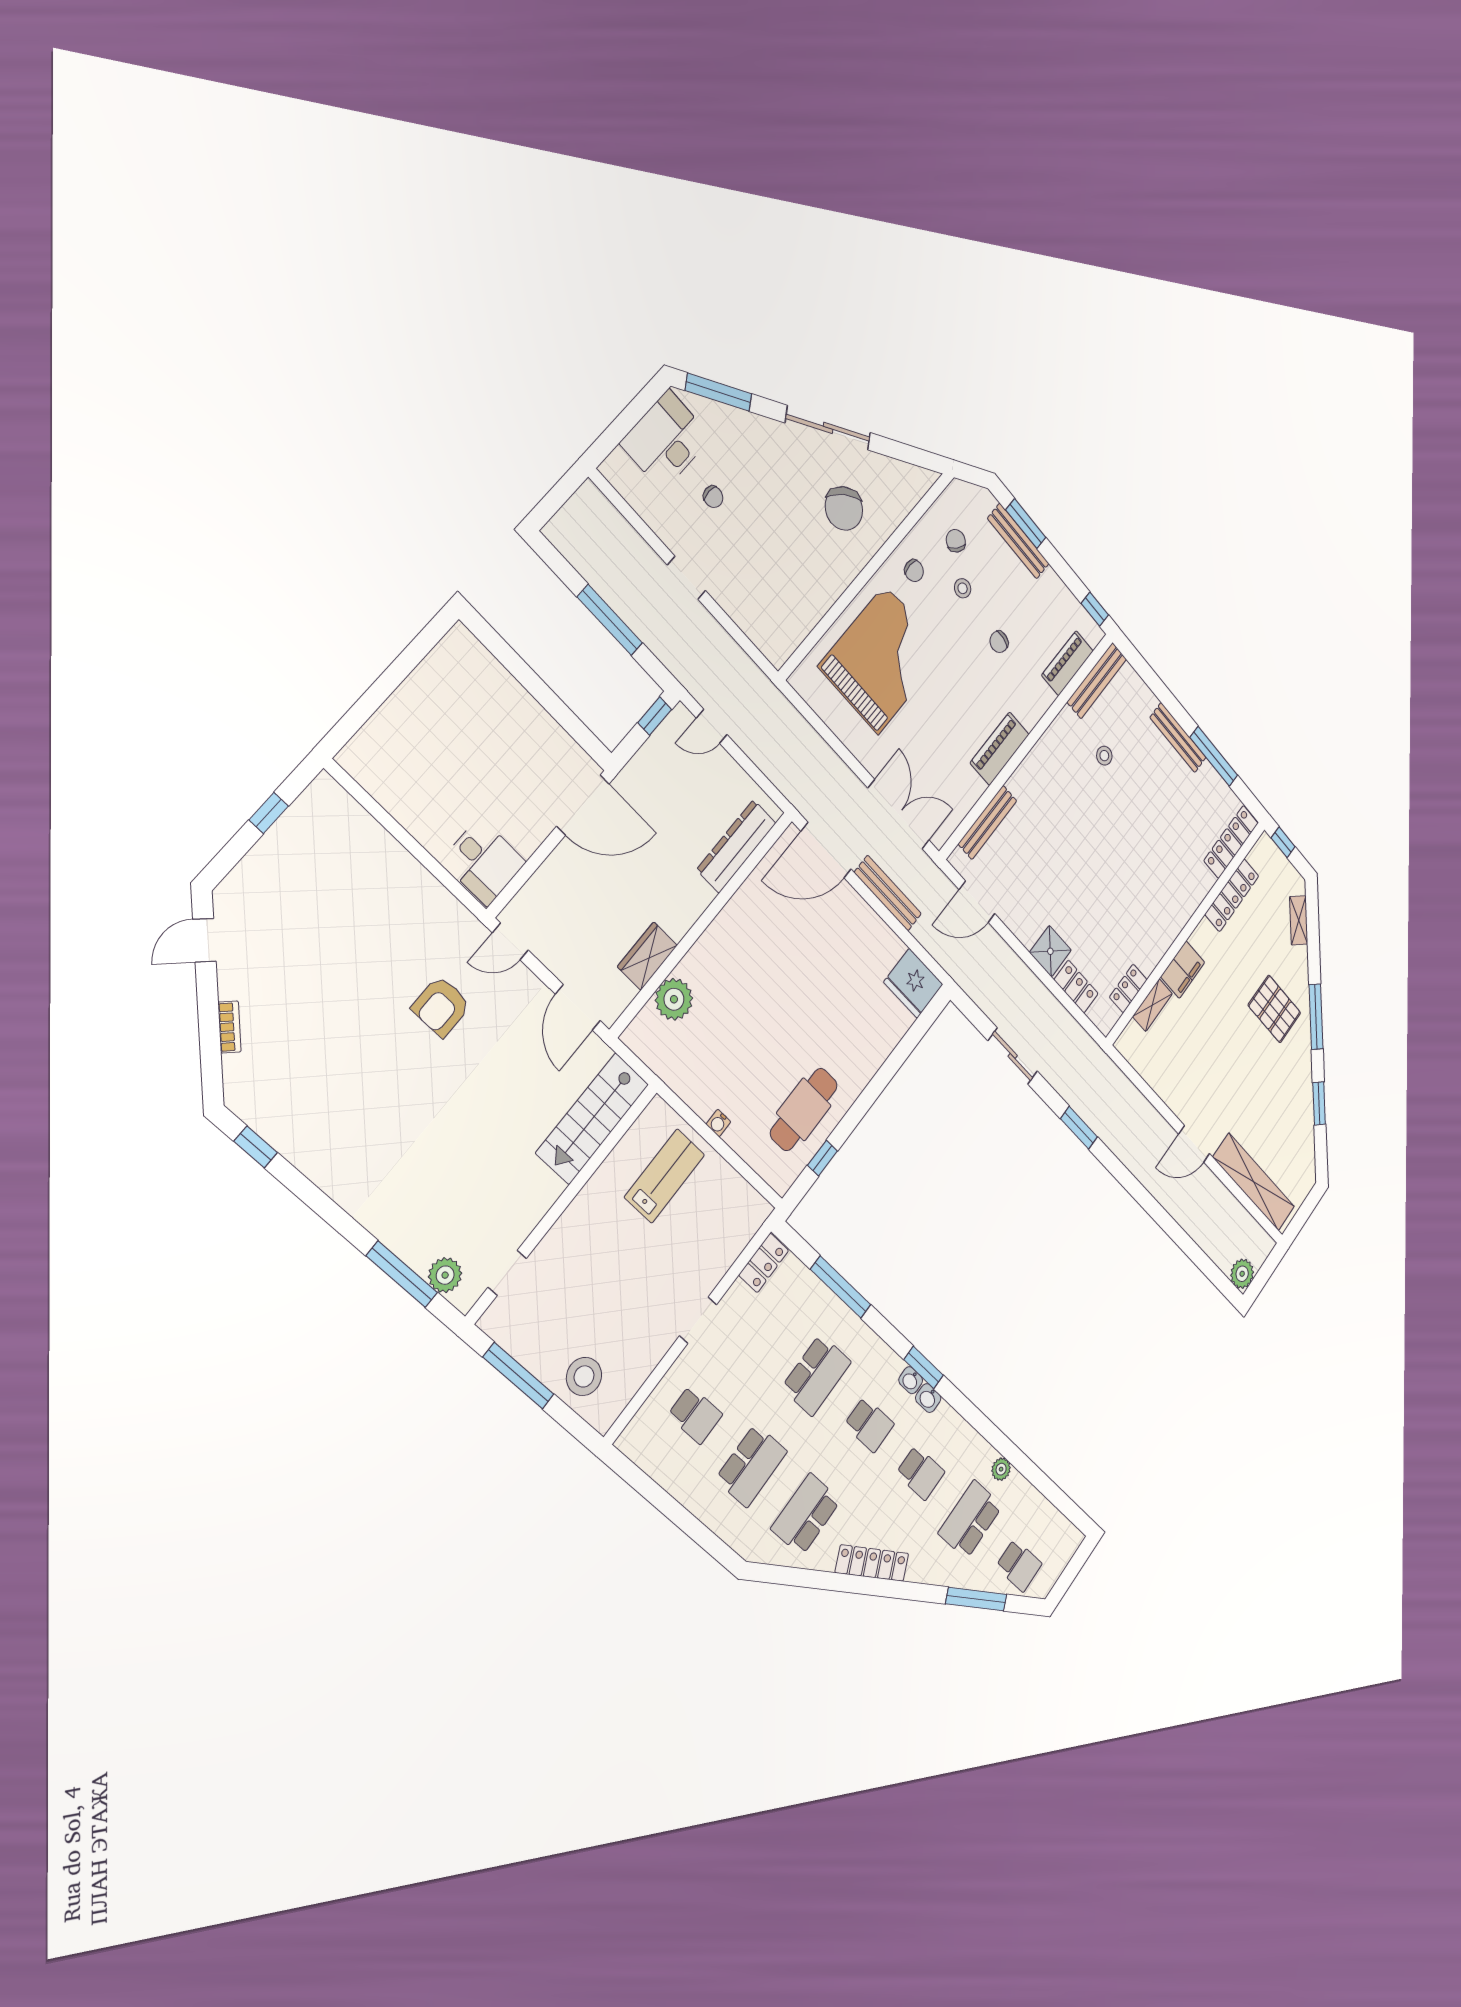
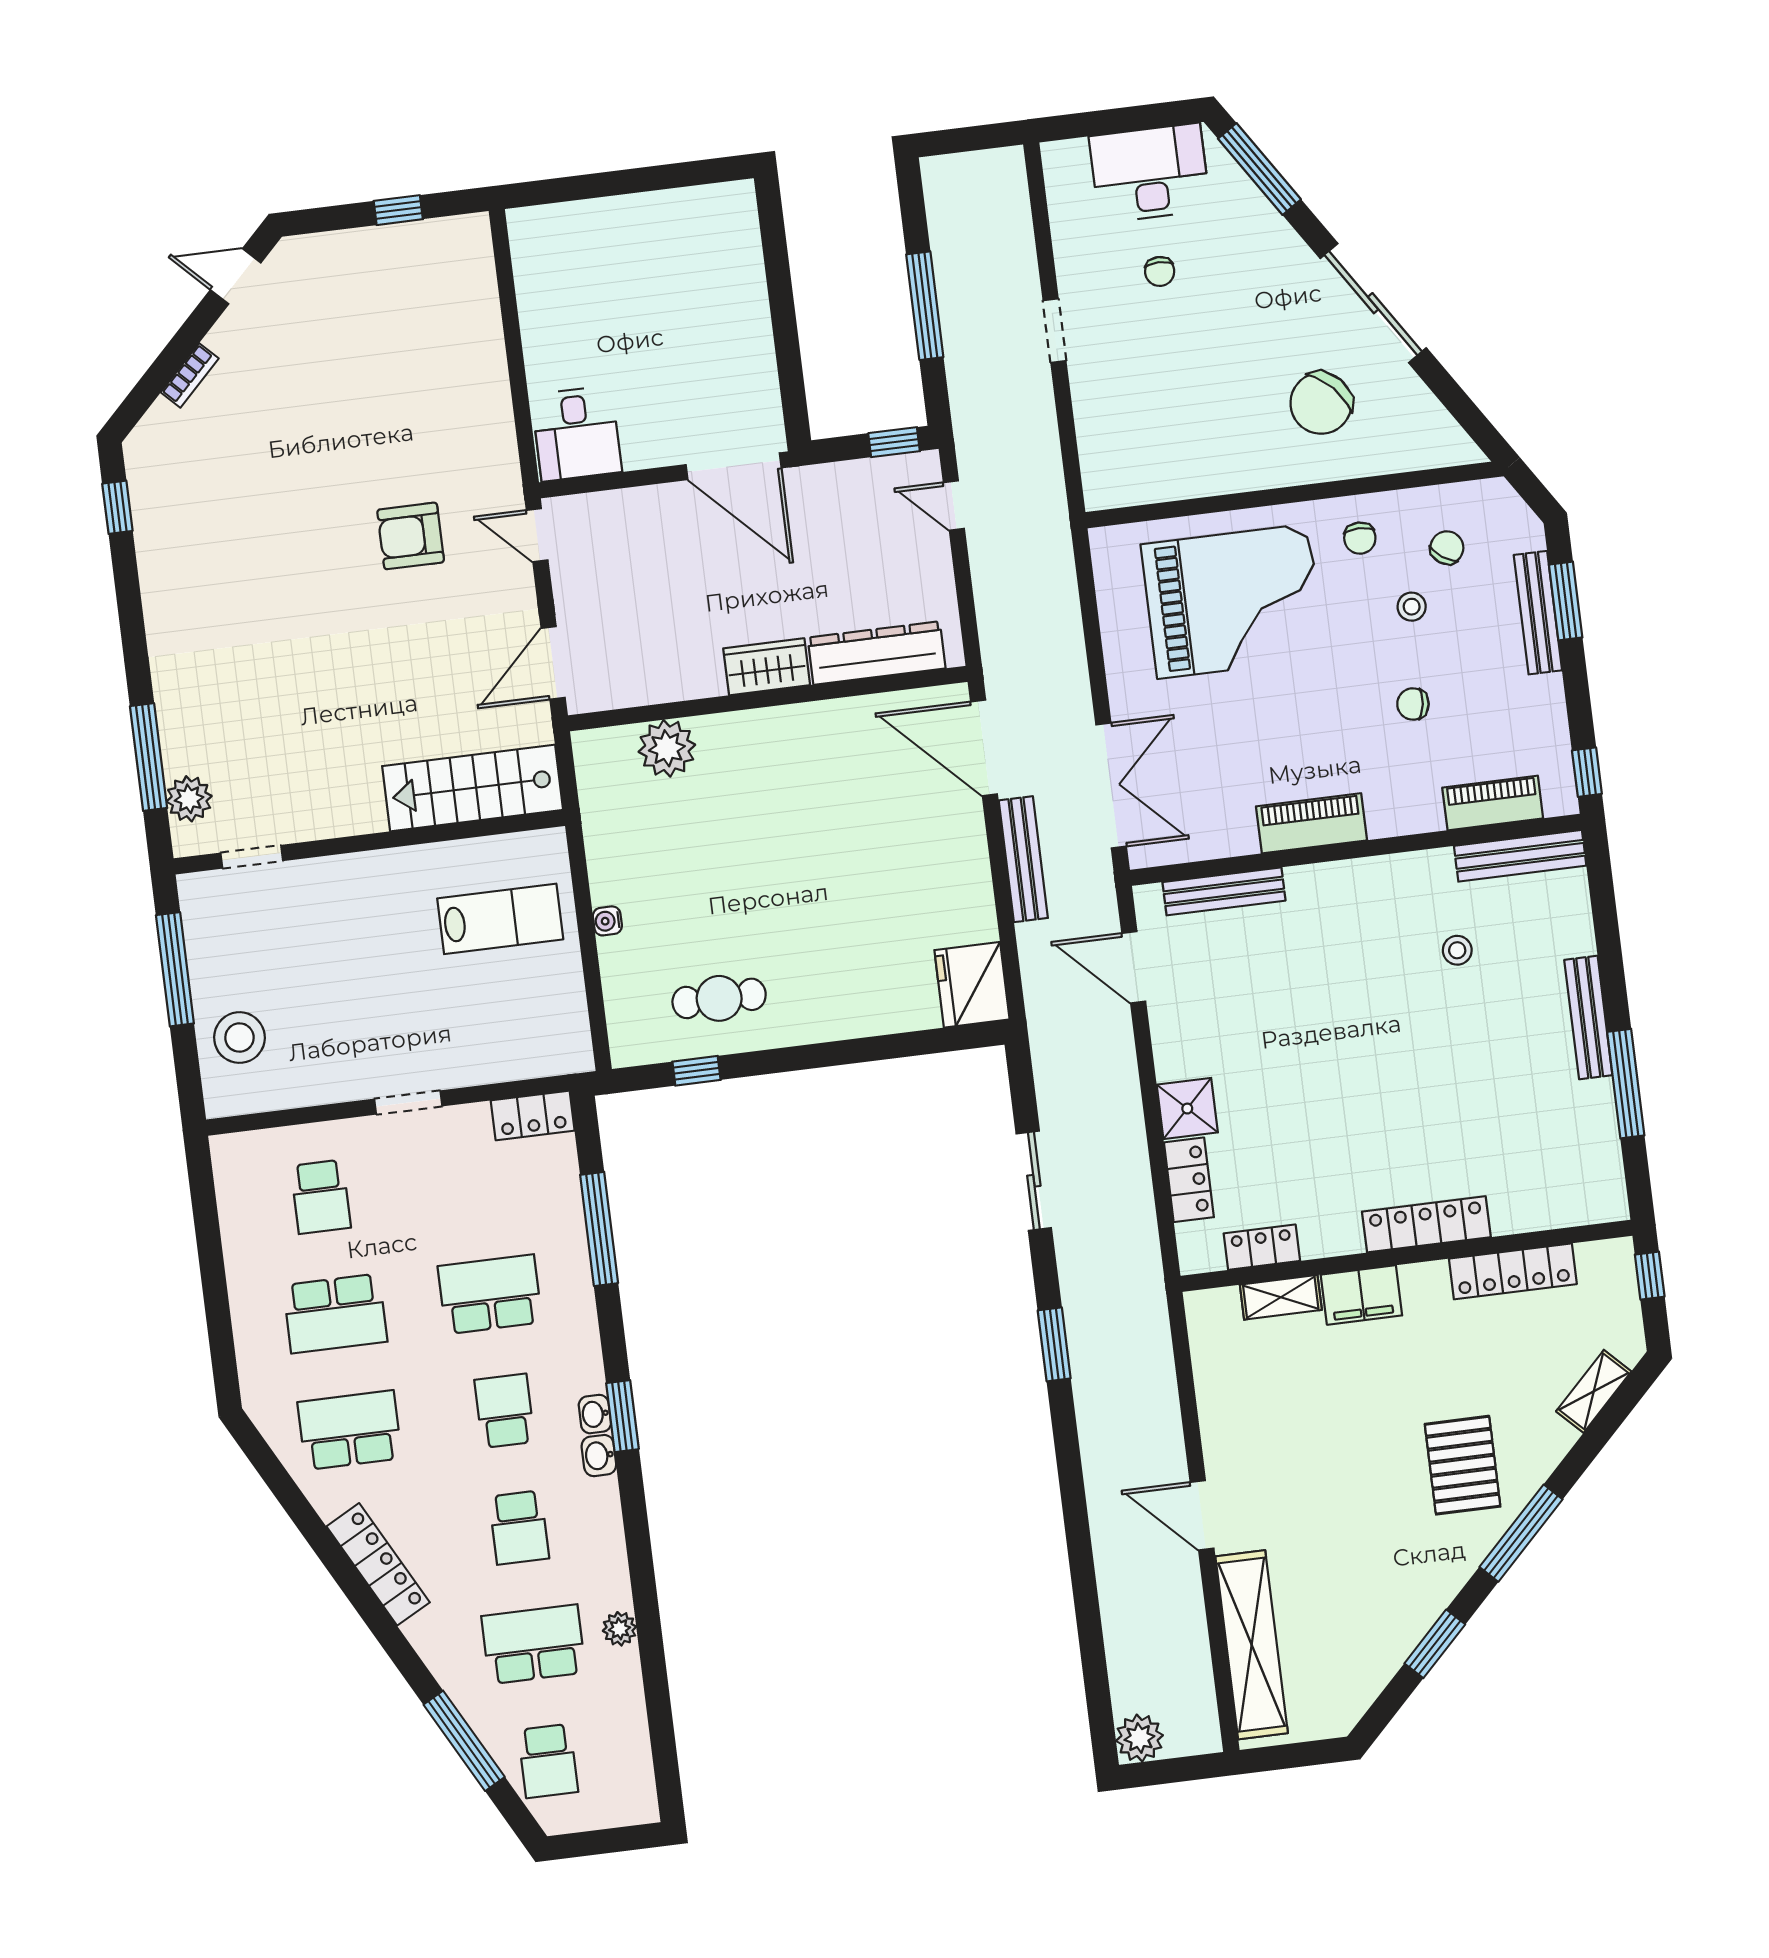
locker: (1231, 842) -> (1426, 1224), moved
wardrobe: (647, 956) -> (767, 667), moved
cafe table: (804, 1109) -> (719, 998), width x0.73, depth x0.74
school desk: (816, 1375) -> (490, 1294), turned 180
school desk: (869, 1424) -> (504, 1411), turned 180

